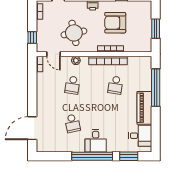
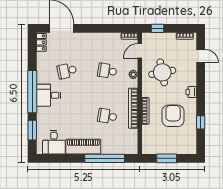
locker: (45, 148) -> (41, 42), added

